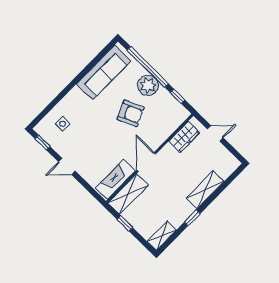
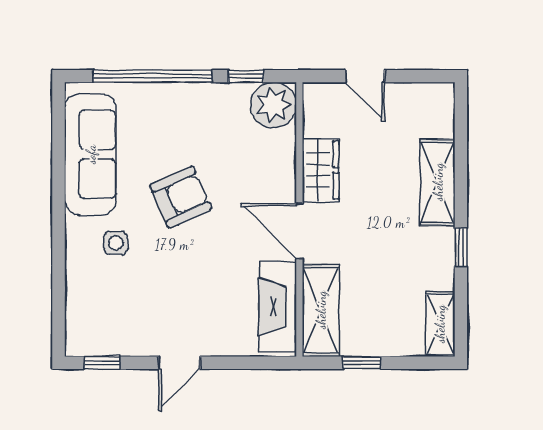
plant: (148, 85) -> (273, 105), moved
armchair: (131, 113) -> (181, 197), moved
side table: (62, 124) -> (116, 243), moved
door: (215, 133) -> (365, 76), swing flipped
wardrobe: (184, 137) -> (321, 170), moved

